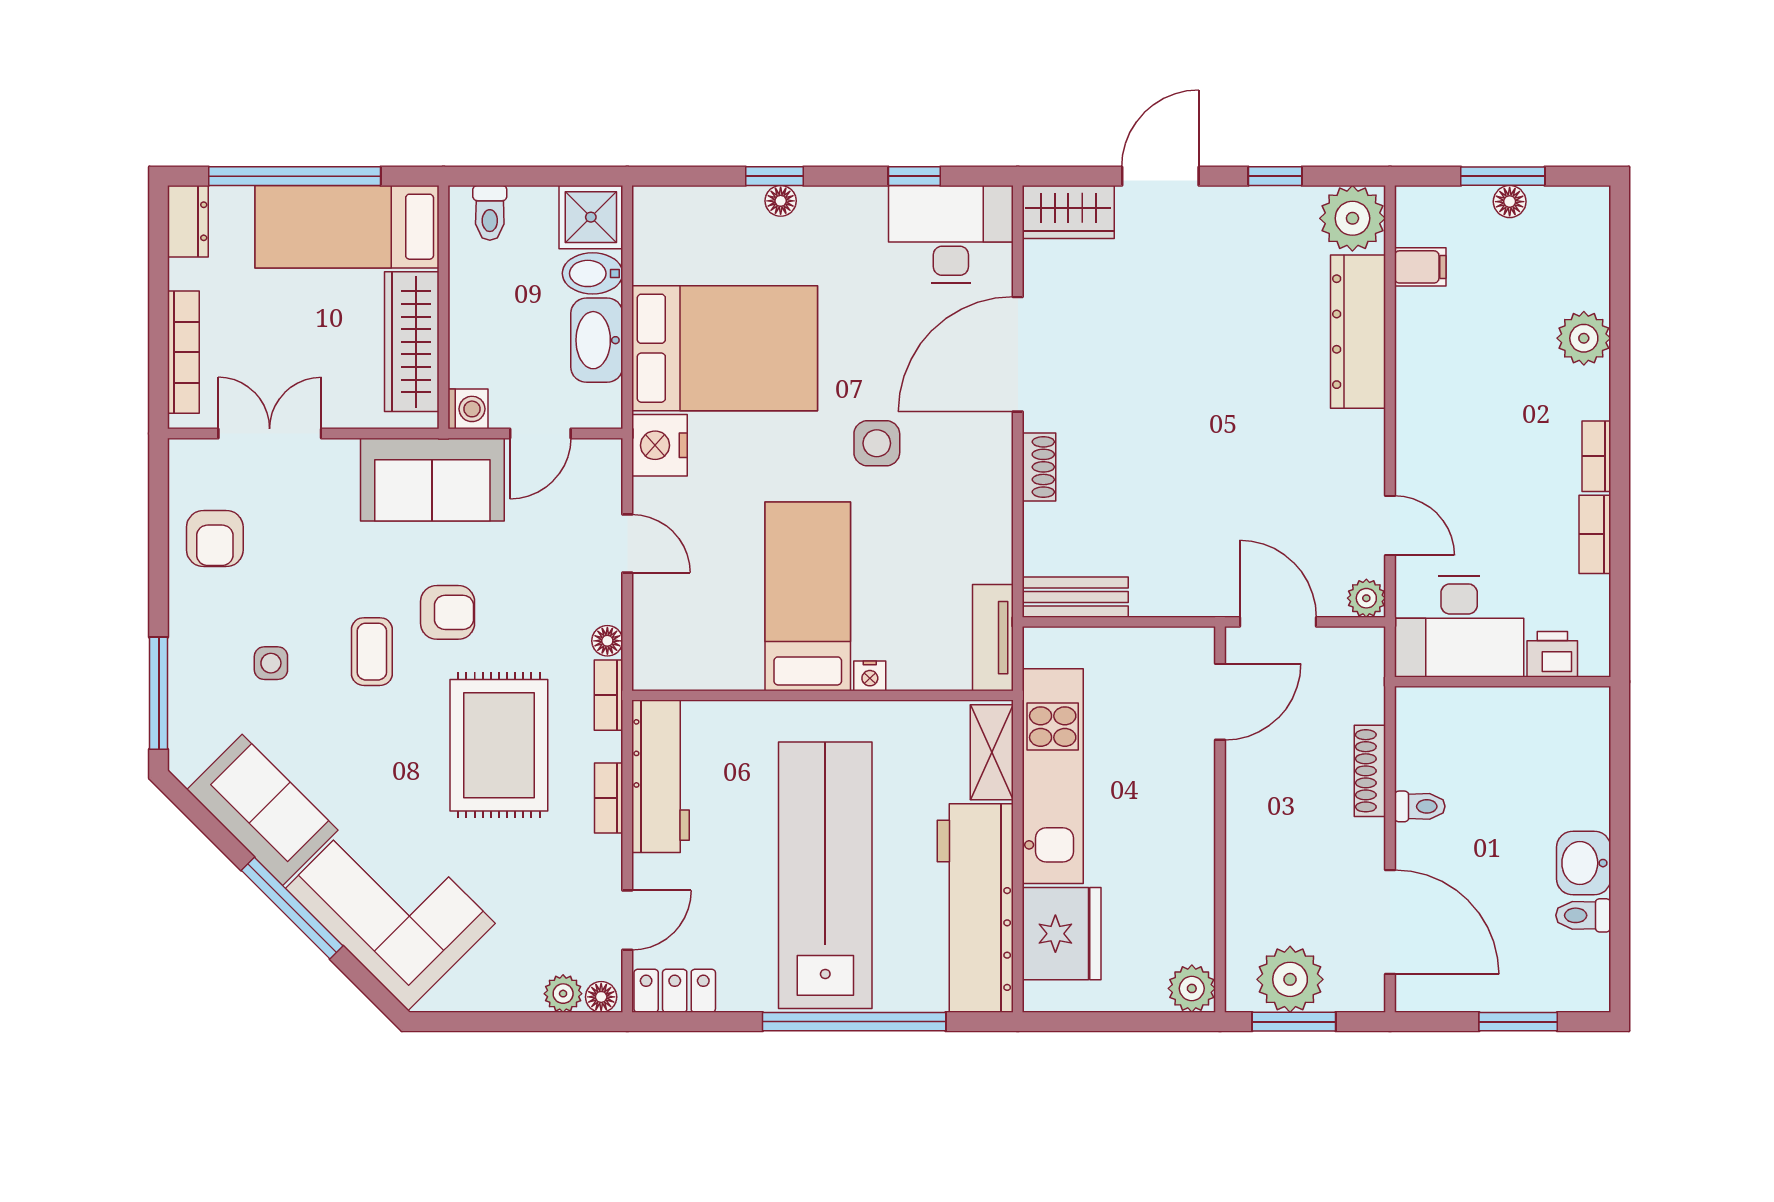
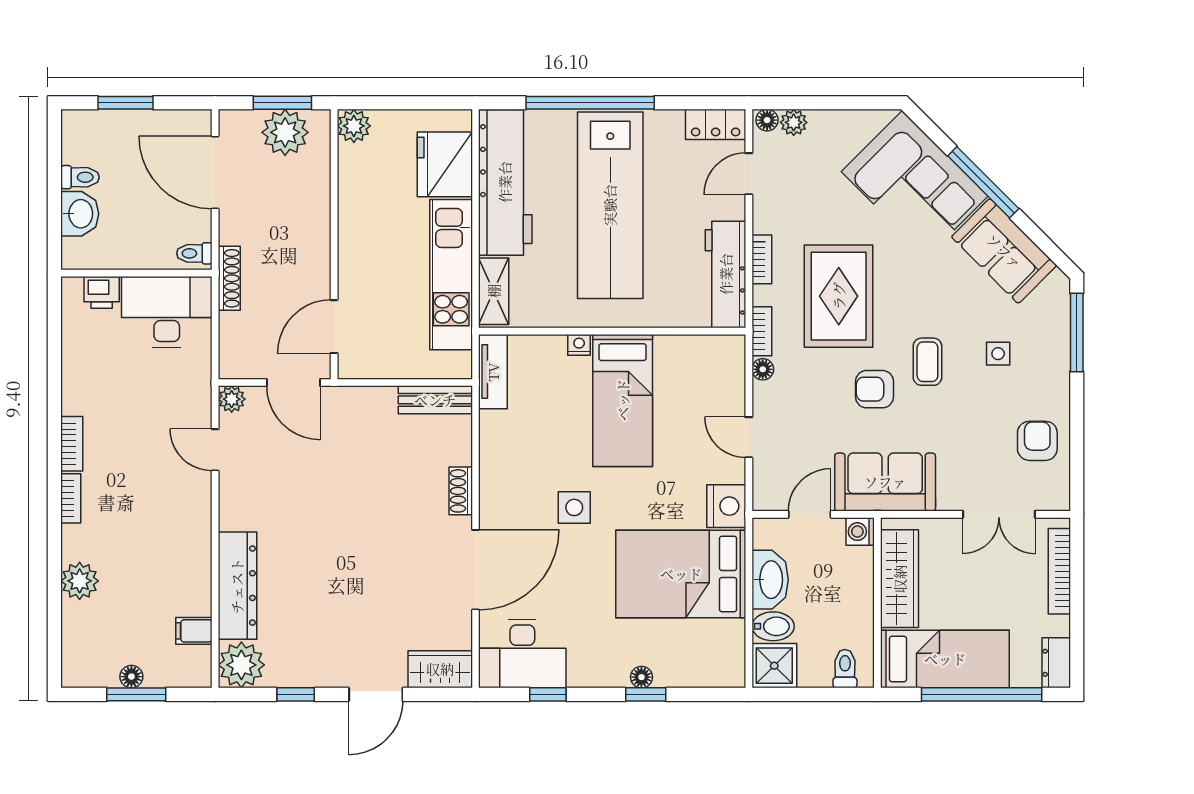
desk: (1459, 626) -> (167, 312), moved
printer: (1552, 654) -> (102, 292), moved
wall: (1503, 682) -> (136, 273), moved

